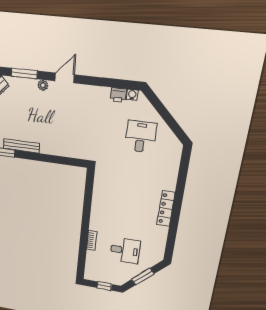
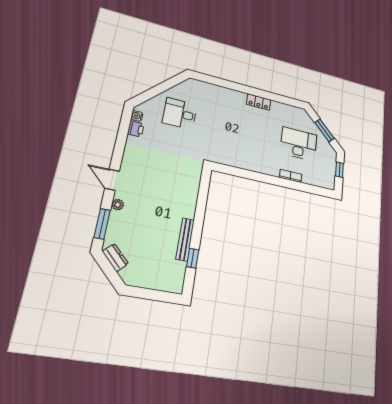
locker: (166, 209) -> (259, 102), width x0.66
desk: (125, 250) -> (299, 144), width x1.37

